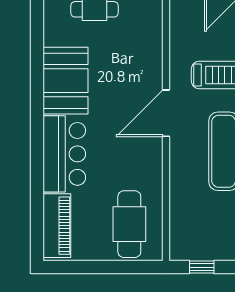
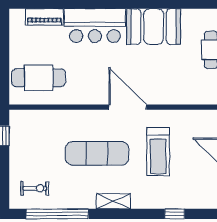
piano: (57, 226) -> (44, 17), width x0.73, depth x0.75

